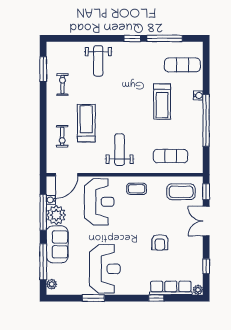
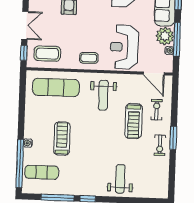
window: (43, 69) -> (173, 138), moved
exercise bike: (62, 84) -> (160, 145), moved
window: (206, 120) -> (20, 163), moved
exercise mat: (170, 156) -> (56, 87), width x1.36, depth x1.45
door: (67, 175) -> (154, 73), swing flipped

